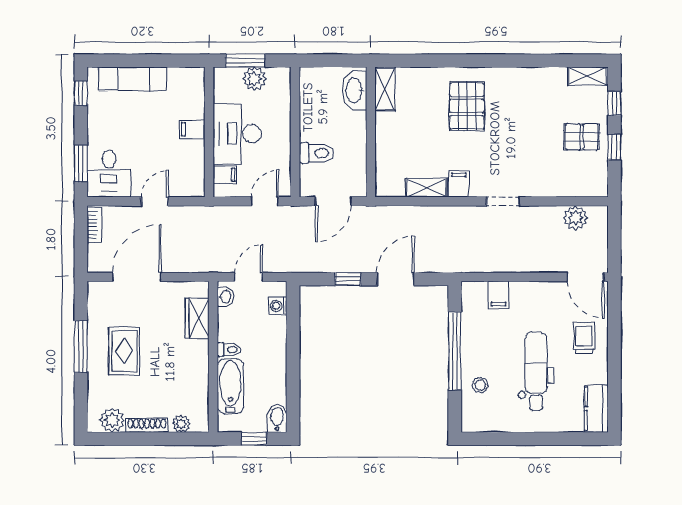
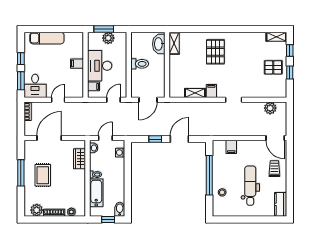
window: (81, 93) -> (21, 59), moved
toilet: (317, 153) -> (140, 64), moved

